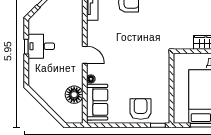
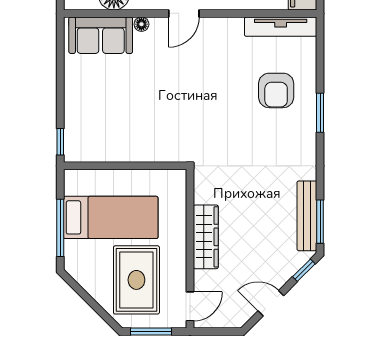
armchair: (141, 109) -> (89, 111), removed

